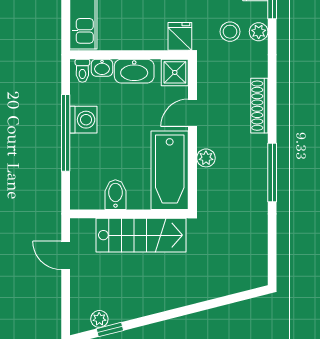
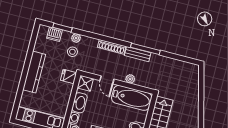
bench: (258, 160) -> (138, 54), added

